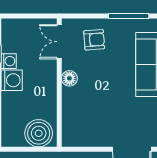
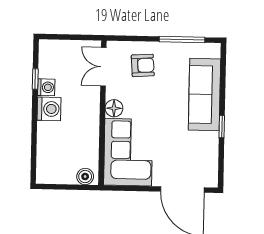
corner sofa: (83, 117) -> (128, 152), added
boiler: (39, 133) -> (85, 176), width x0.54, depth x0.54

